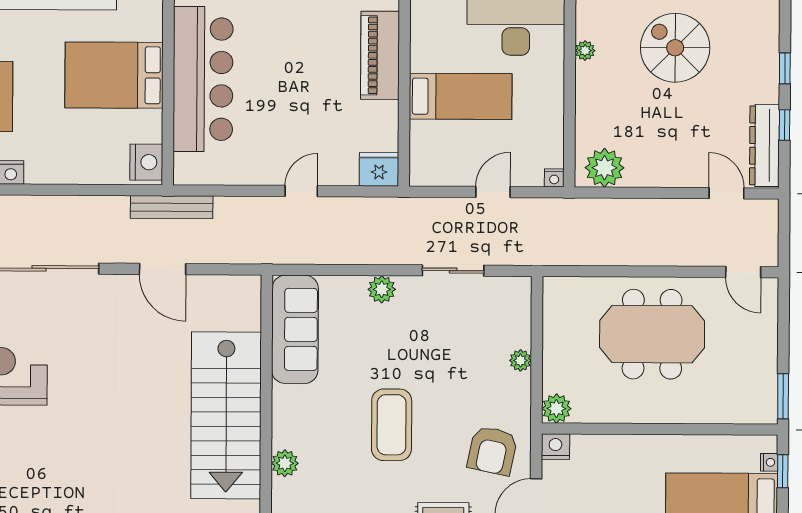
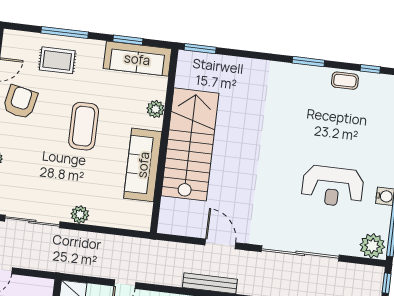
sliding door: (453, 271) -> (32, 221), width x1.37
sofa: (295, 329) -> (143, 165), moved

